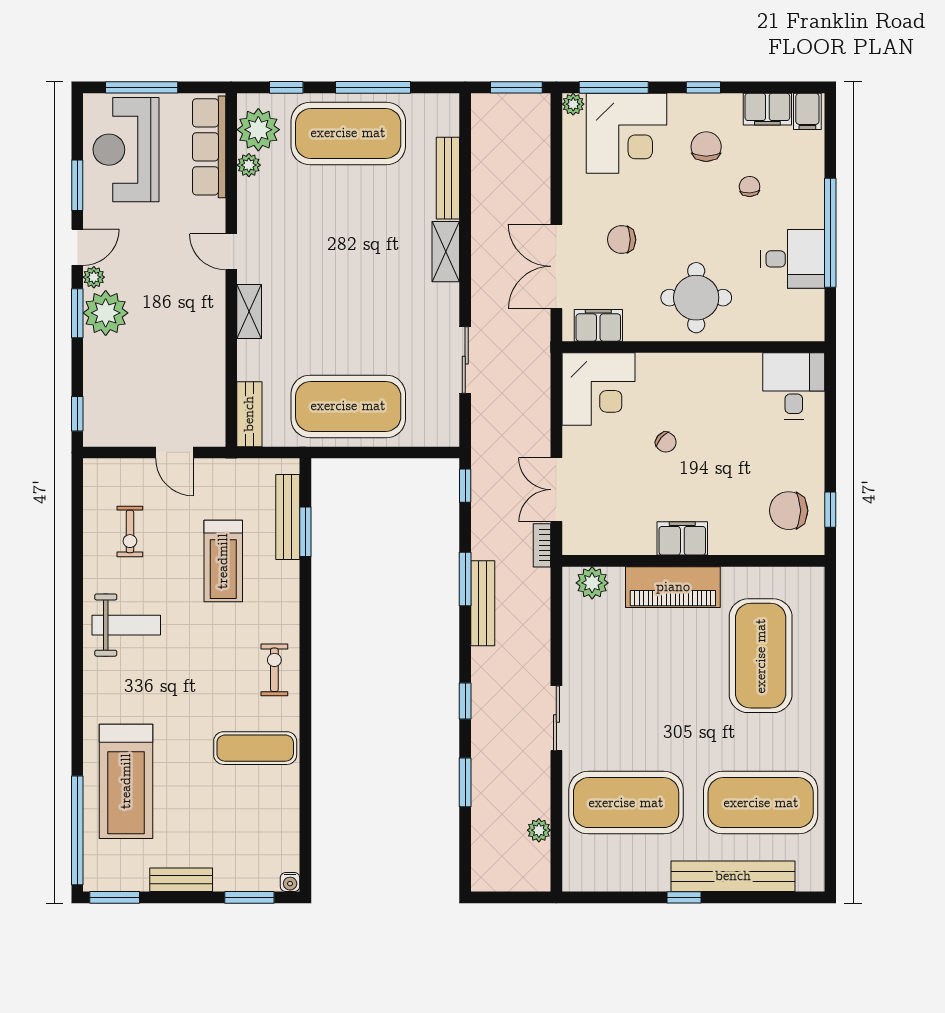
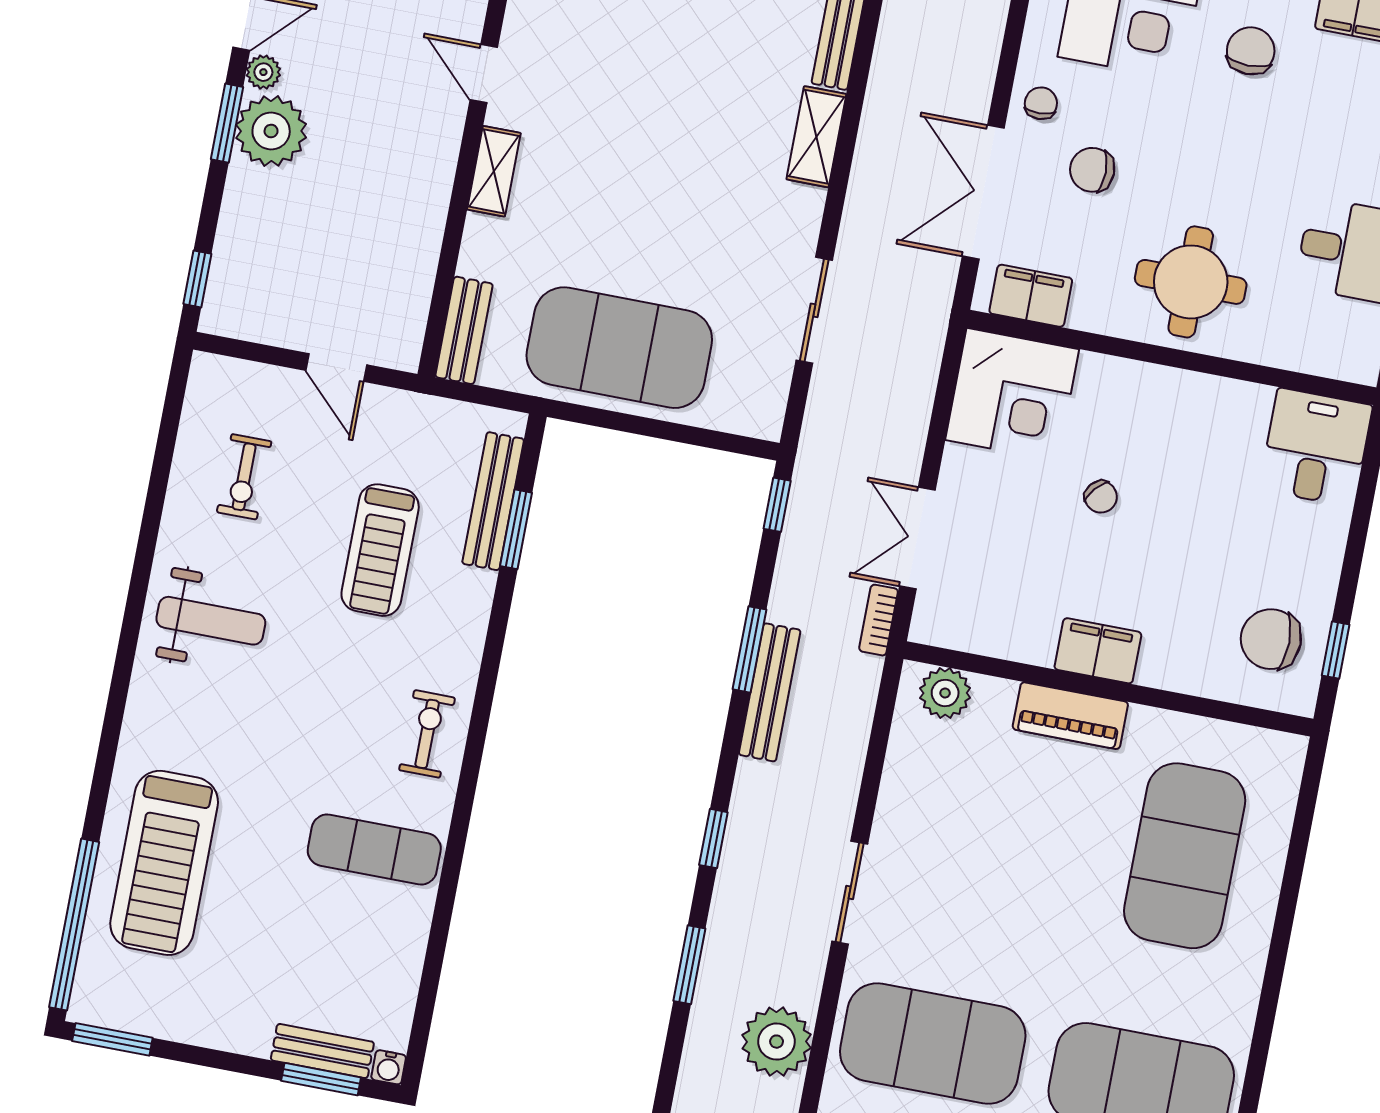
chair: (750, 186) -> (1041, 103), moved
piano: (673, 587) -> (1070, 716), width x0.73, depth x0.75
plant: (539, 830) -> (777, 1042), width x1.88, depth x1.88
bench: (181, 880) -> (322, 1051), moved

